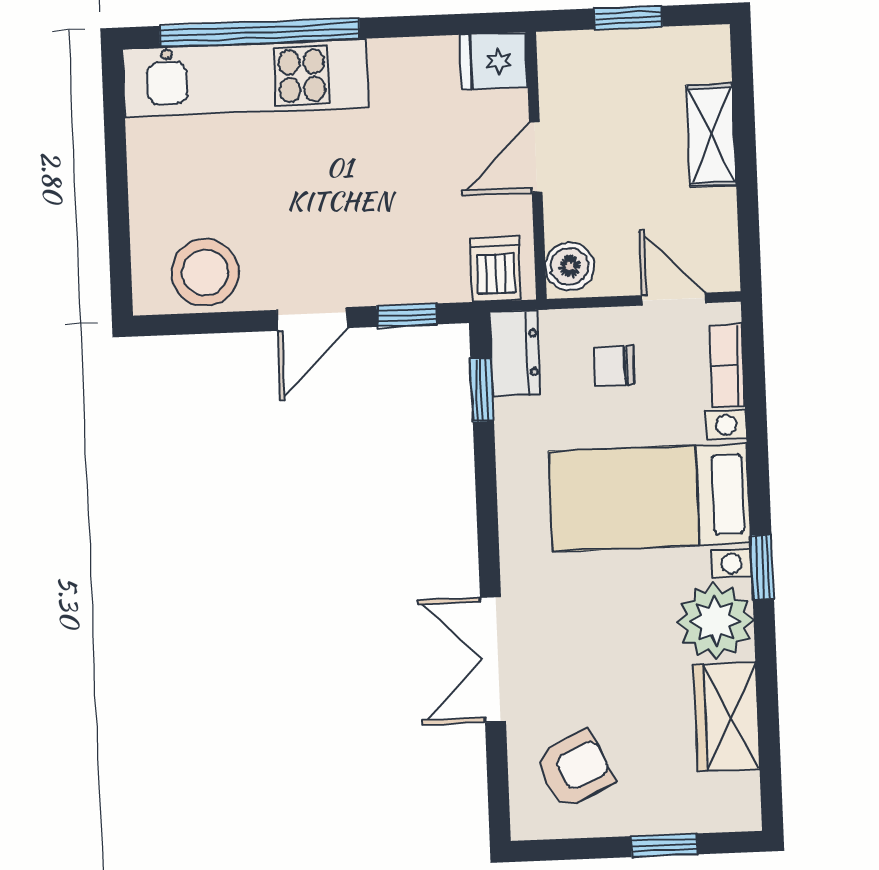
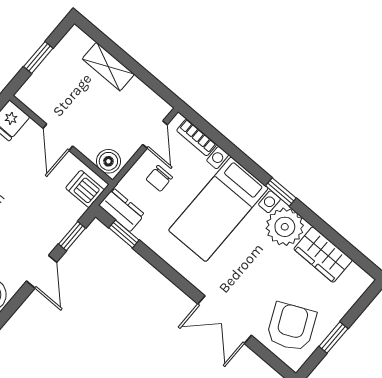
door: (674, 299) -> (155, 135), swing flipped
armchair: (574, 769) -> (291, 327), width x1.38, depth x1.38
window: (664, 845) -> (333, 338), moved

